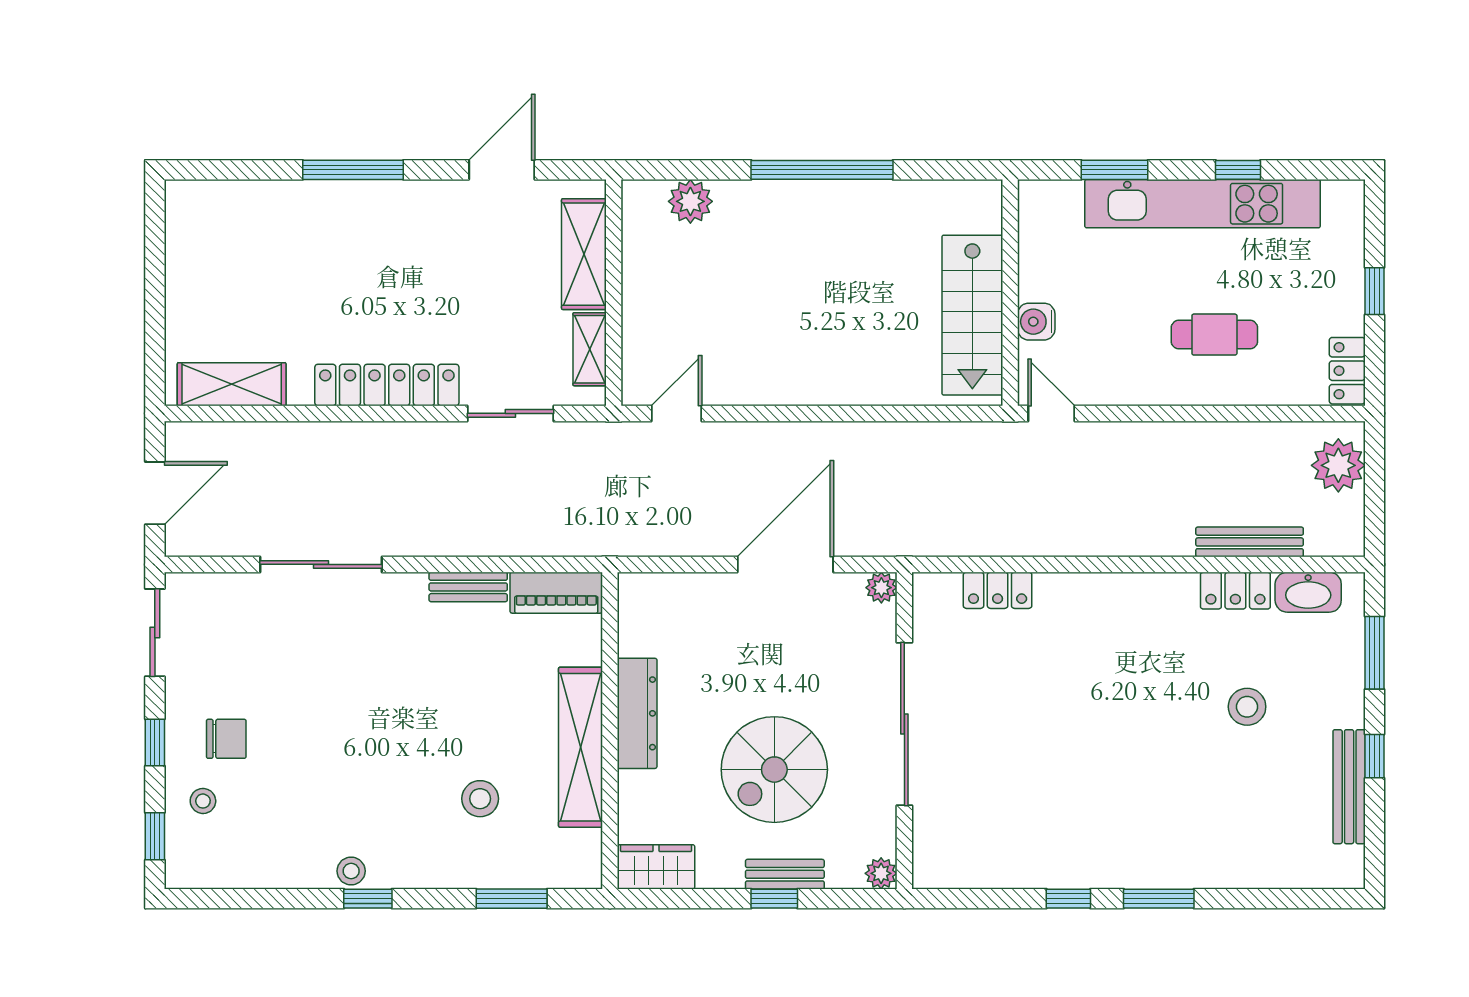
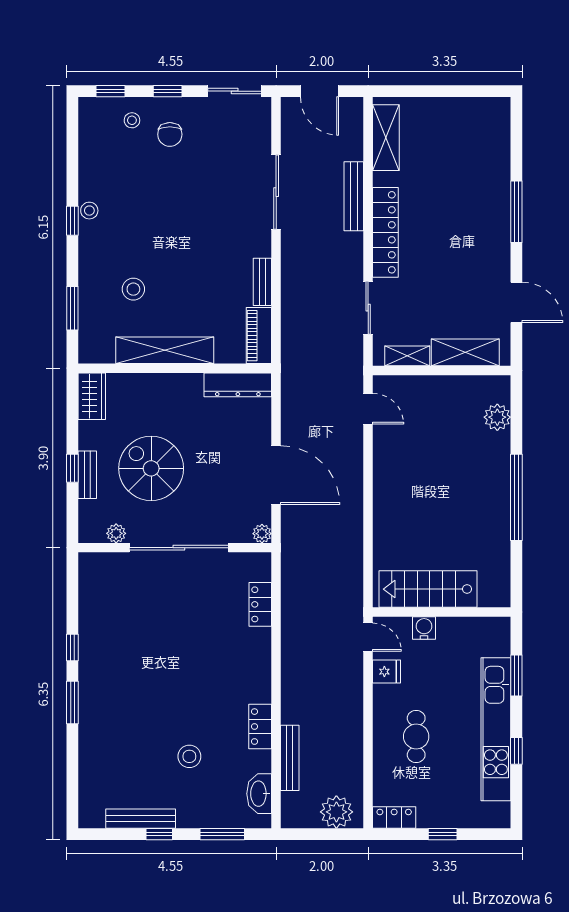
fridge: (1108, 383) -> (387, 672), added
door: (1051, 413) -> (368, 637), hinge flipped
bench: (328, 437) -> (354, 196), added
locker: (1235, 591) -> (260, 727), moved
dresser: (637, 713) -> (238, 385), moved
plant: (881, 873) -> (116, 533), moved

